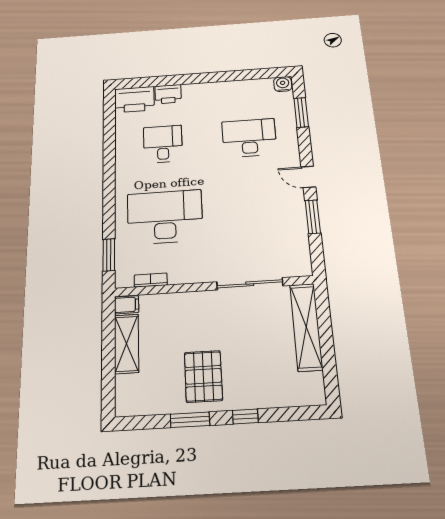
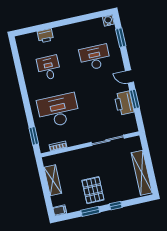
printer: (134, 99) -> (124, 103), moved, turned 90
filing cabinet: (127, 305) -> (60, 210), moved
shelving: (306, 327) -> (142, 173), moved

